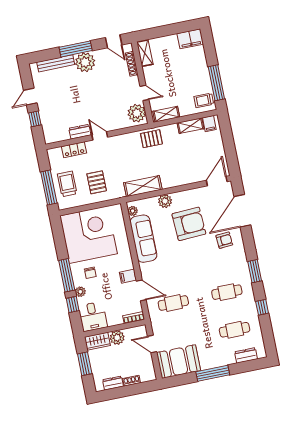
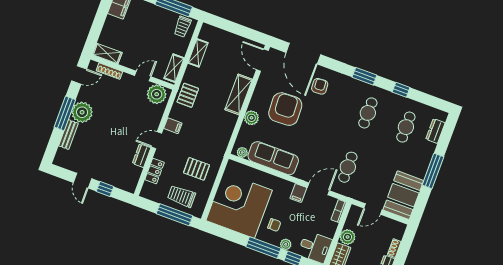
bench: (56, 63) -> (68, 135), width x0.73
filing cabinet: (209, 124) -> (173, 126), moved
shelving: (143, 186) -> (239, 94), moved

